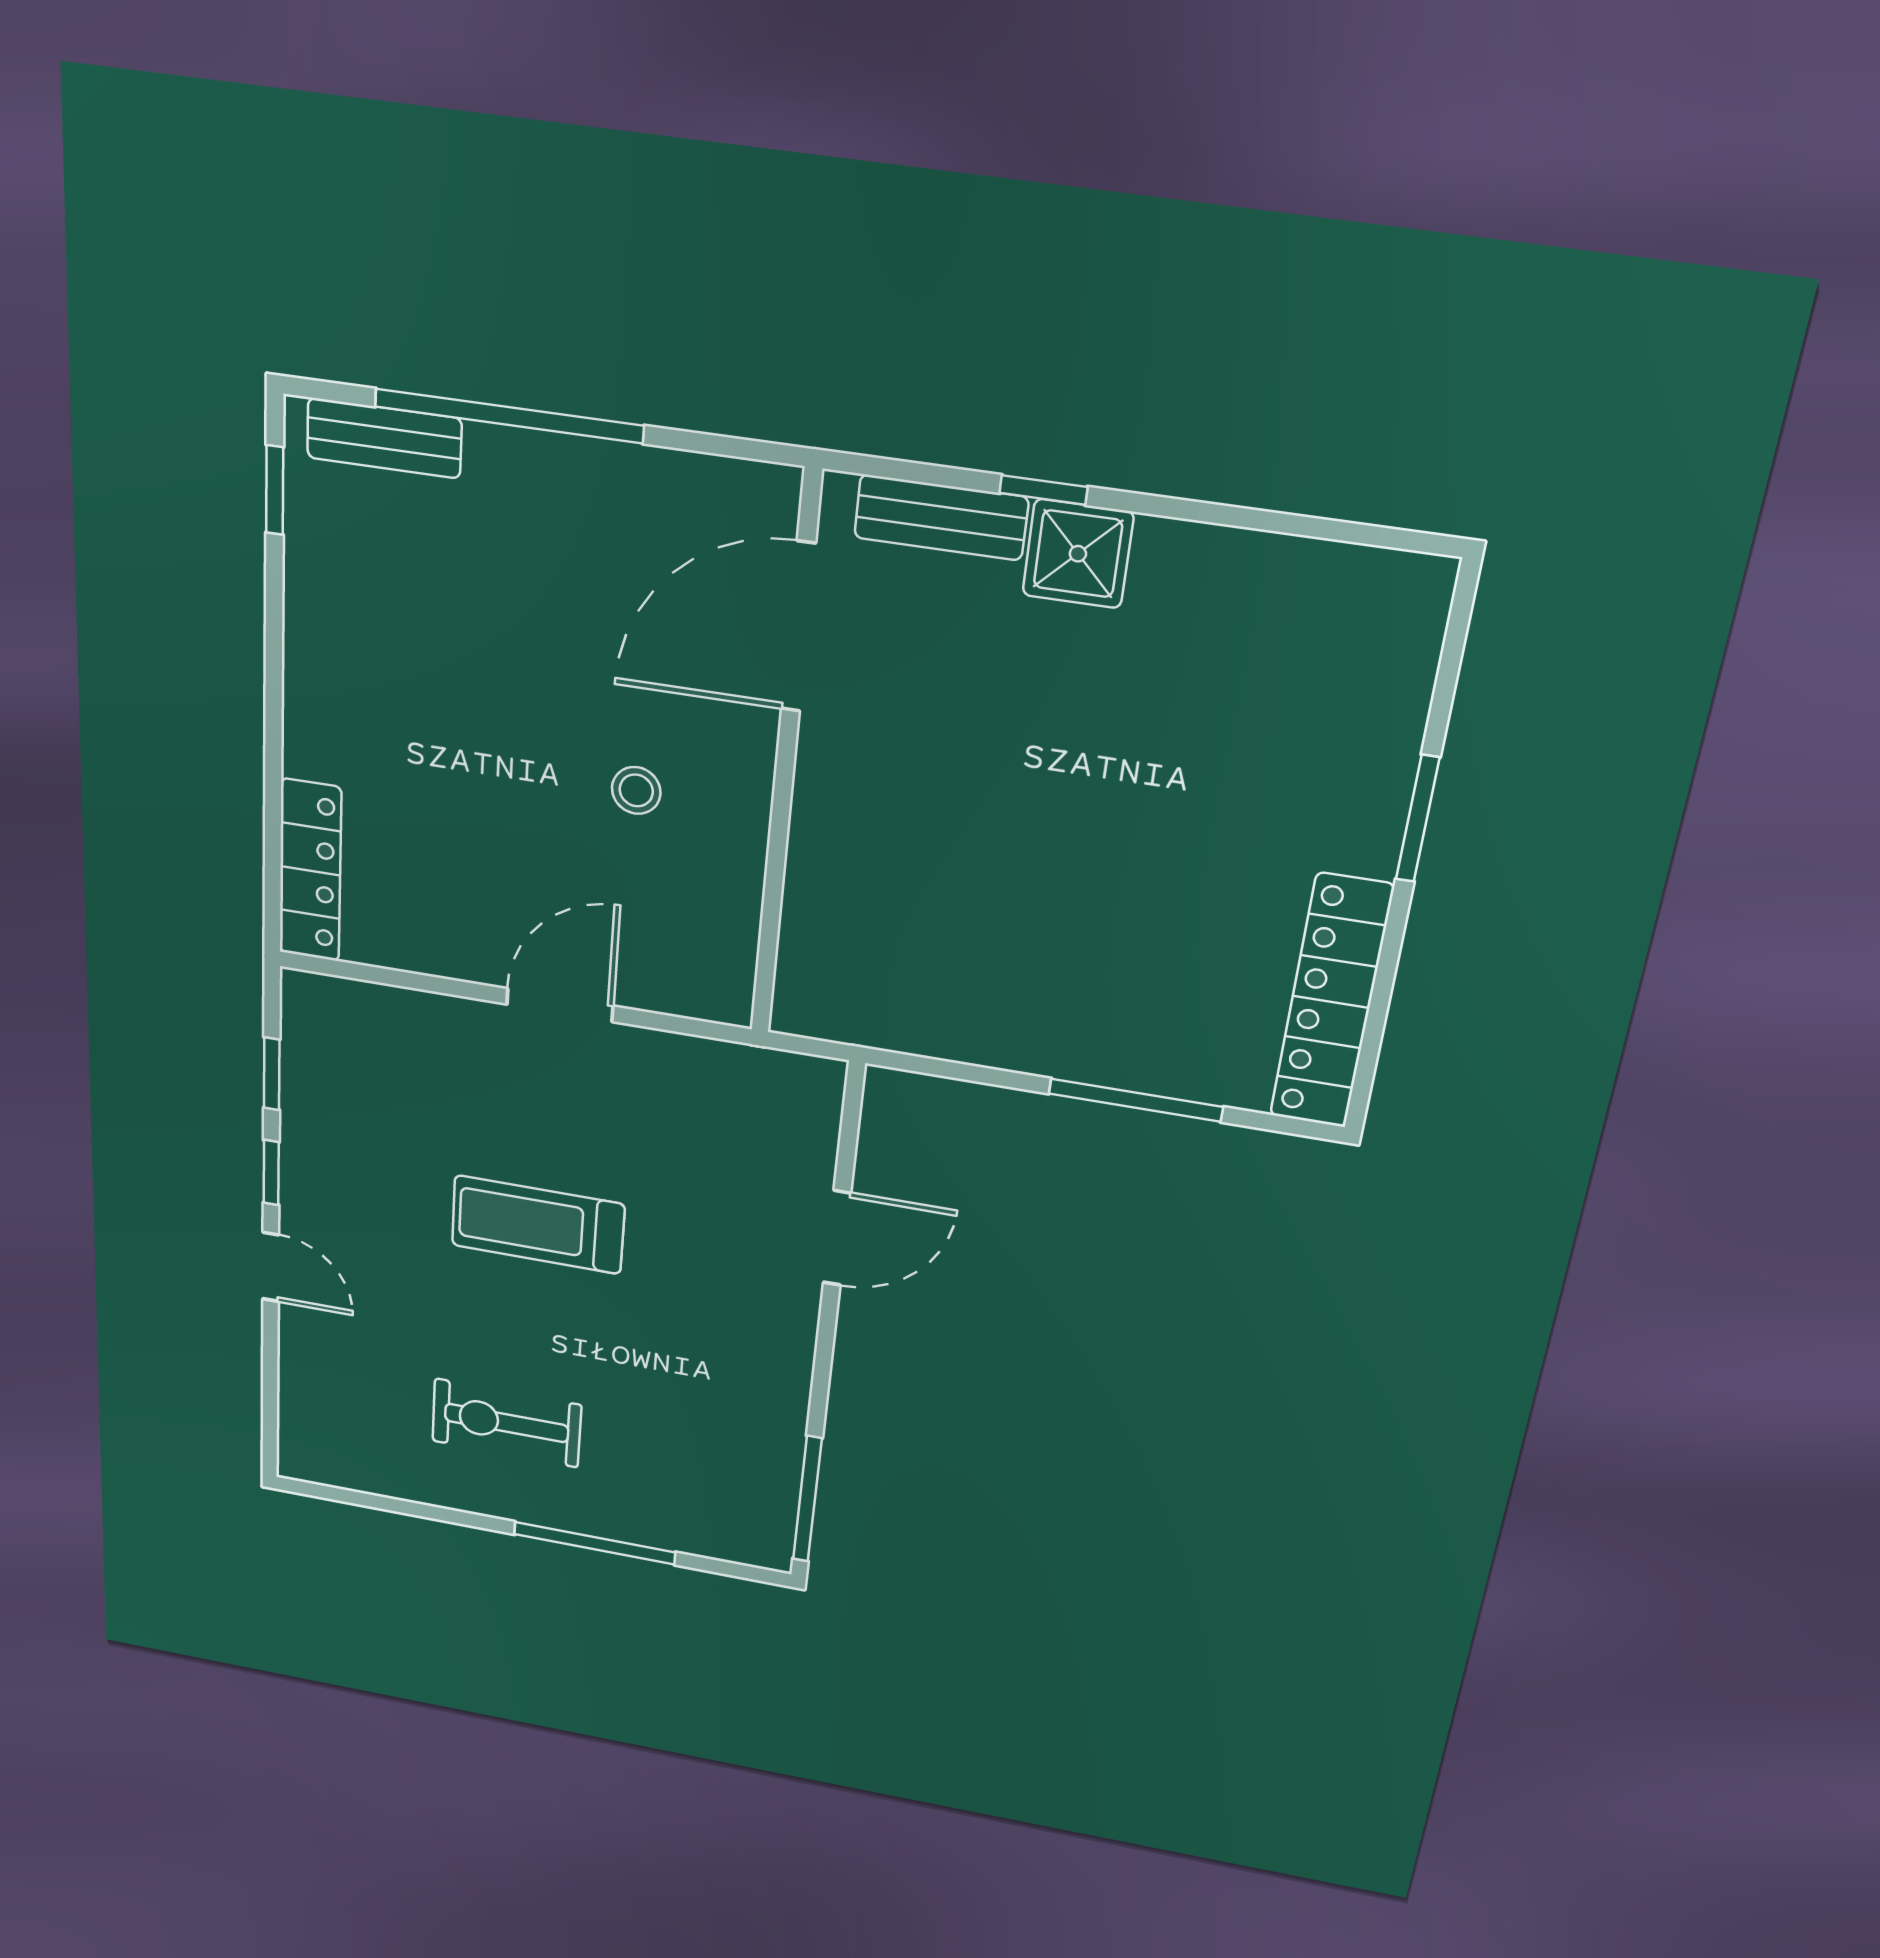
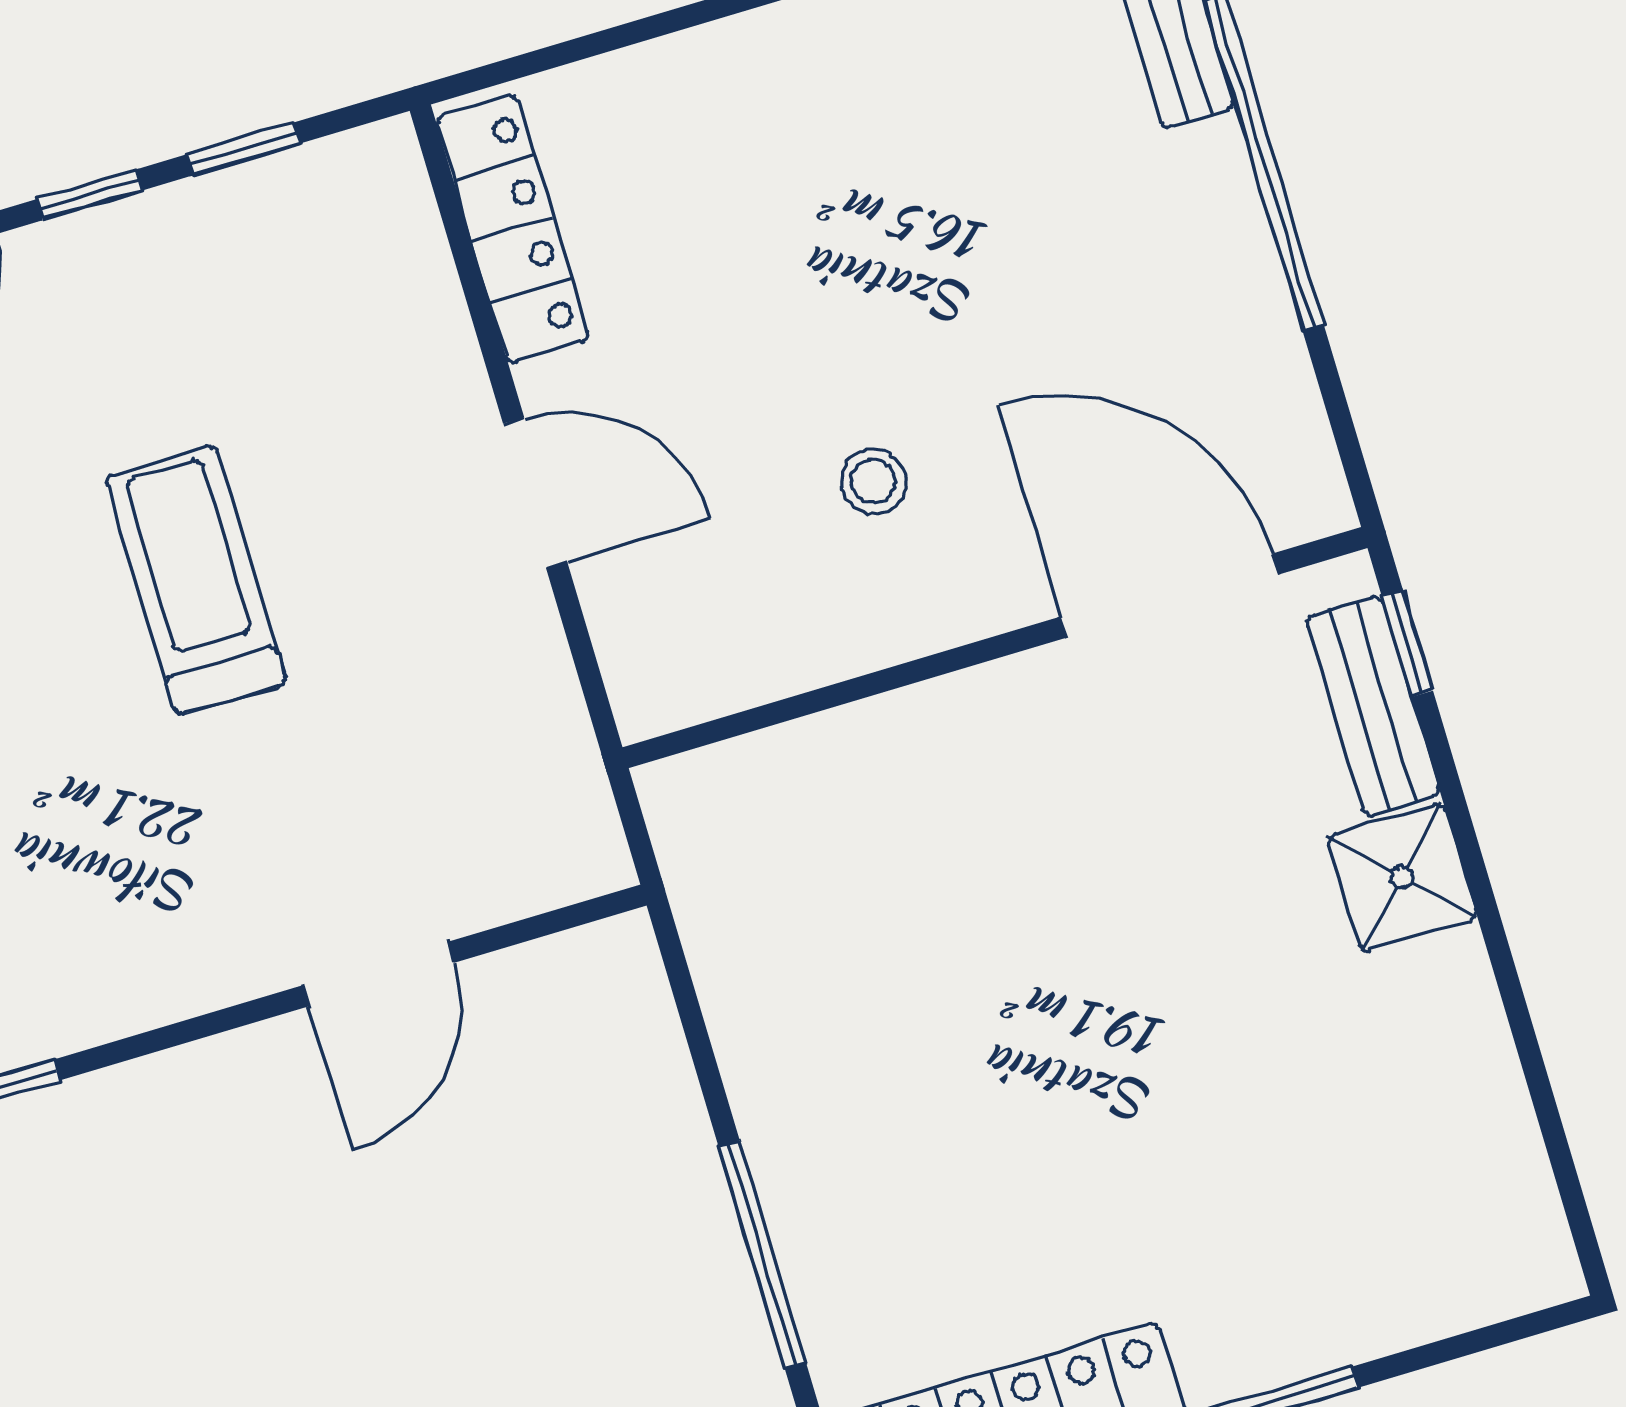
window: (1043, 490) -> (1407, 644), moved
locker: (310, 871) -> (512, 229), moved, turned -90
door: (837, 1238) -> (379, 974), hinge flipped

